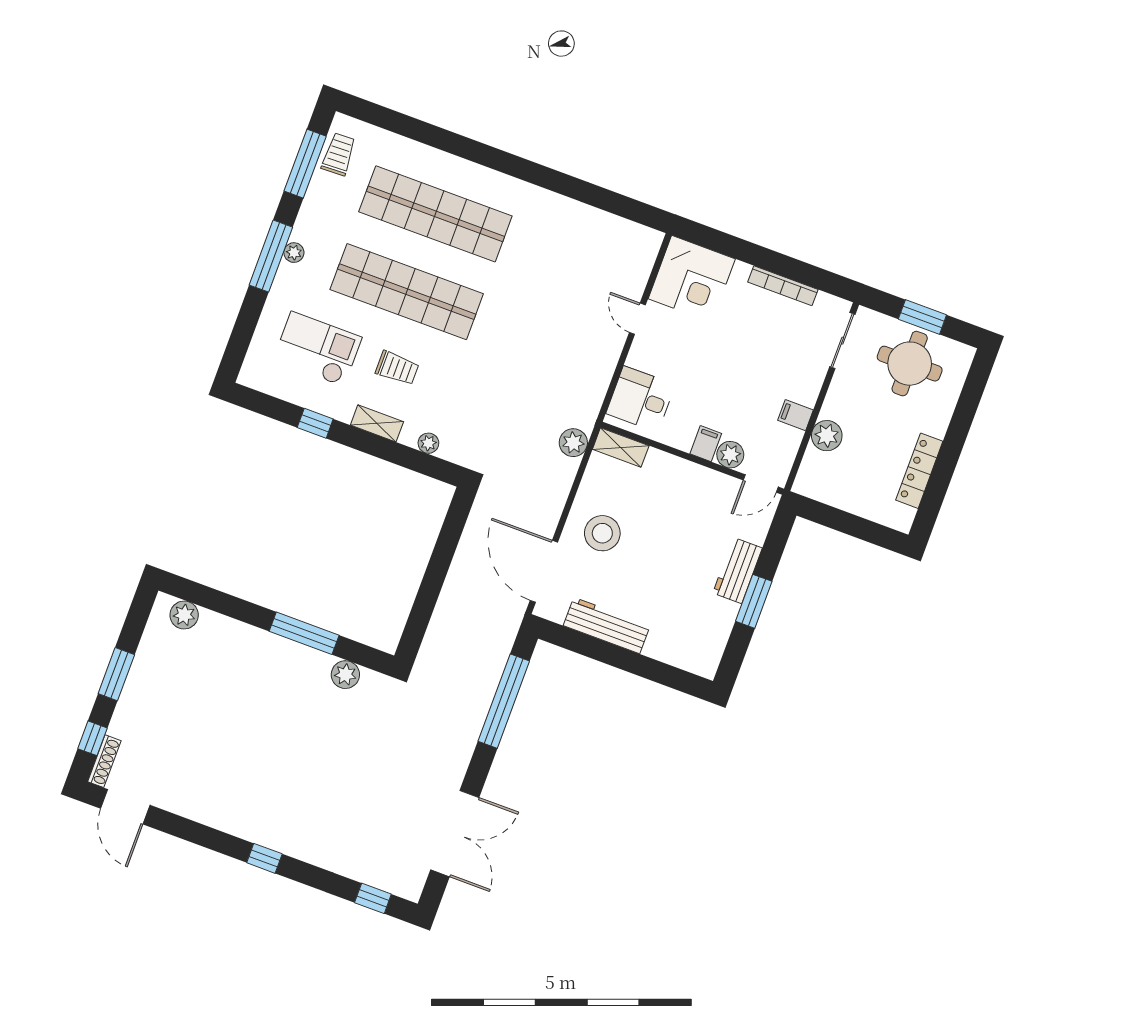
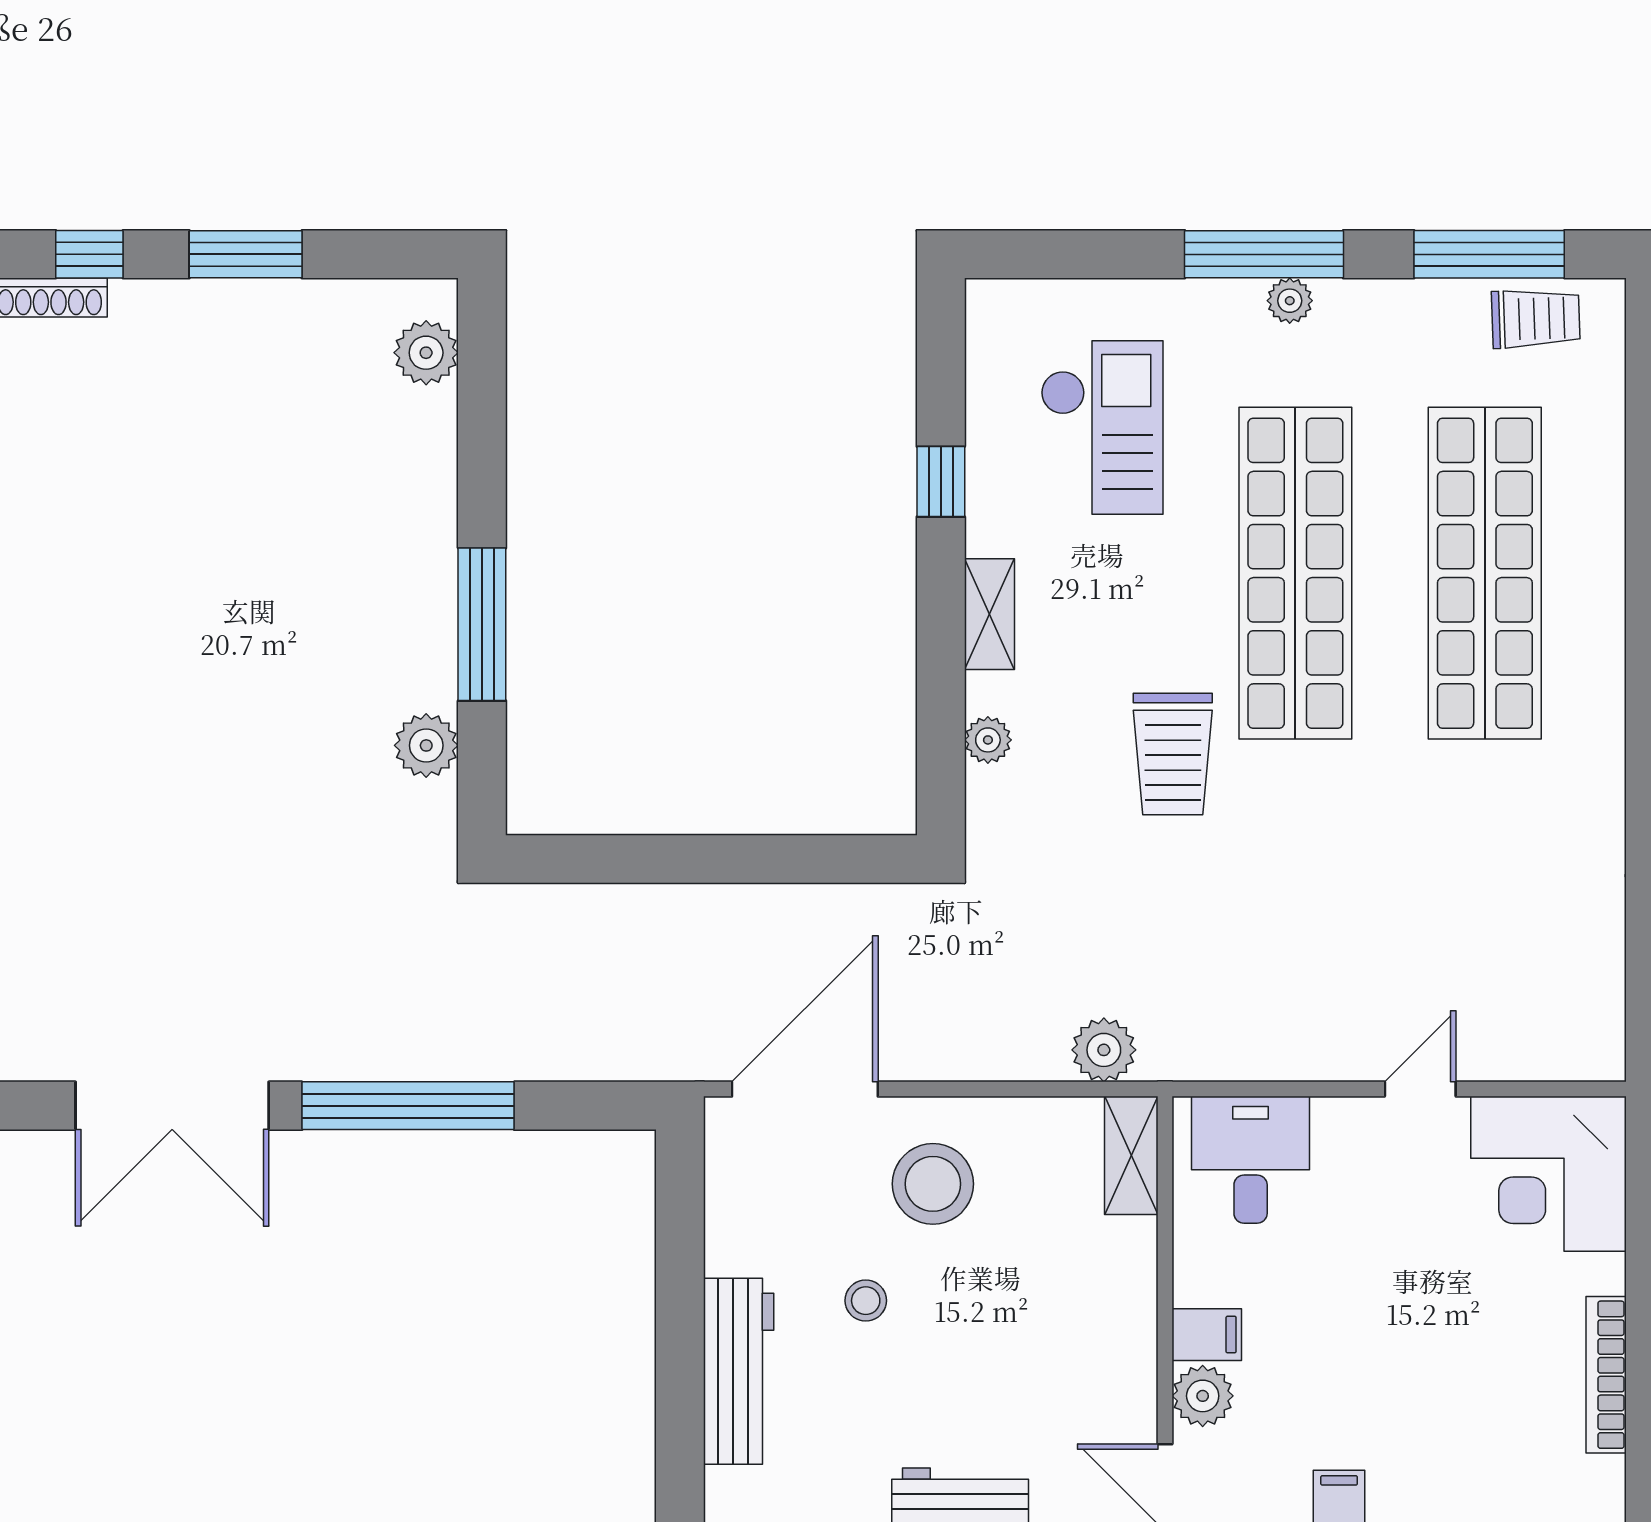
trolley: (397, 368) -> (1173, 754), moved, width x1.36, depth x1.39
stool: (640, 578) -> (866, 1301), added
workbench: (607, 625) -> (739, 1371), moved
window: (504, 701) -> (408, 1106), moved

